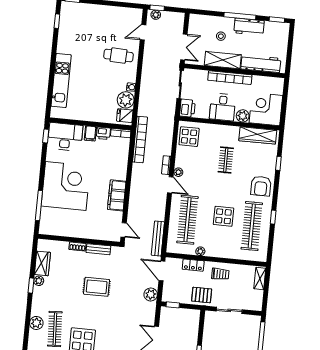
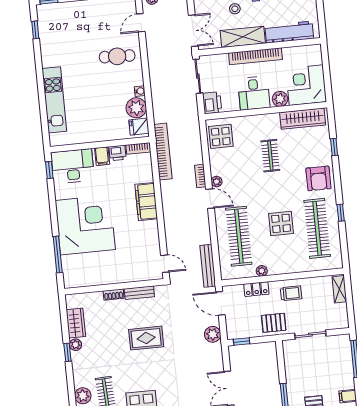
filing cabinet: (117, 195) -> (146, 202), moved

